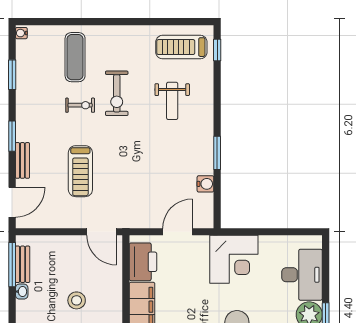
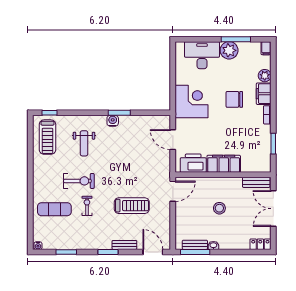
weight bench: (172, 101) -> (84, 143), turned 90
water cooler: (205, 184) -> (113, 121), moved

